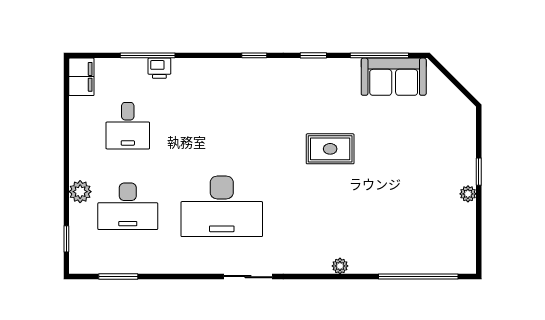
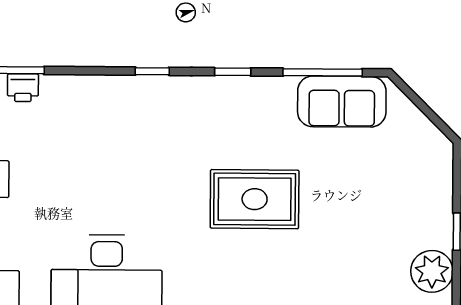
rug: (330, 149) -> (255, 199), width x1.36, depth x1.43
plant: (468, 194) -> (432, 271), width x1.87, depth x1.87

